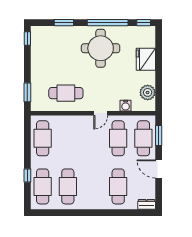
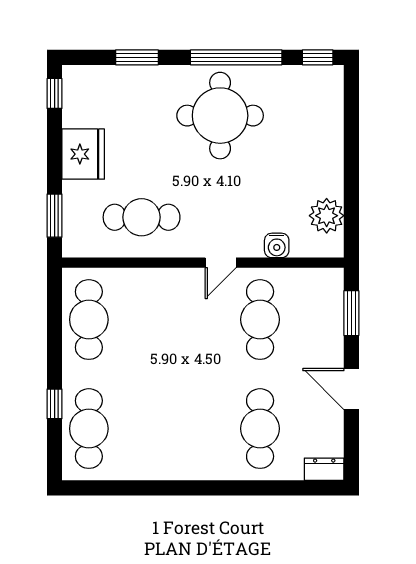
fridge: (146, 59) -> (83, 154), moved, turned 180
cafe table: (143, 138) -> (317, 320), removed
cafe table: (68, 186) -> (146, 429), removed

